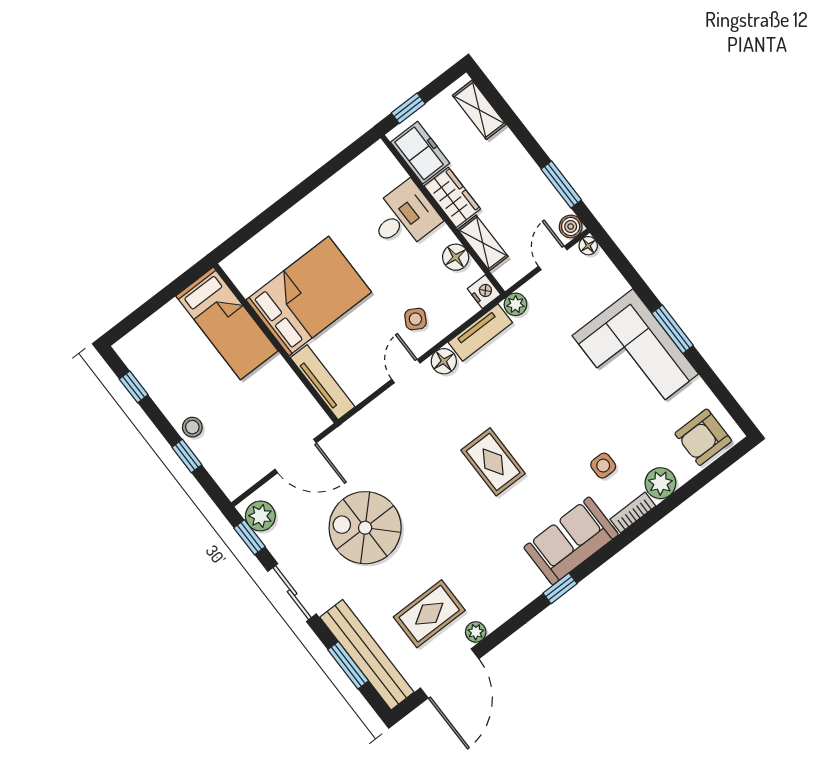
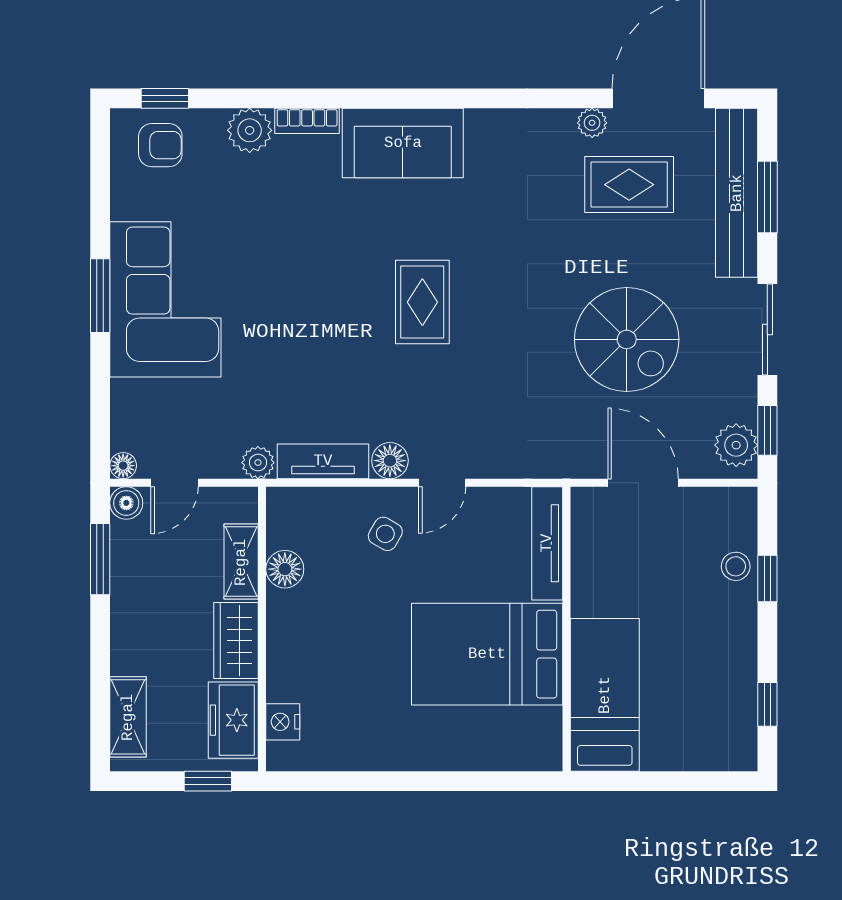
desk: (404, 217) -> (309, 661), removed
nightstand: (484, 292) -> (283, 722), moved
stool: (192, 427) -> (736, 566), moved
armchair: (703, 437) -> (160, 145), width x0.72, depth x0.72
side table: (603, 466) -> (300, 201), removed
window: (560, 588) -> (165, 98), moved

